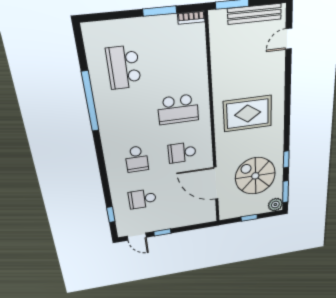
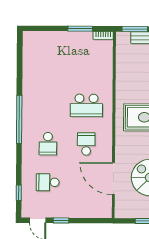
school desk: (124, 67) -> (48, 66), removed
window: (90, 102) -> (19, 119), moved
school desk: (182, 153) -> (86, 144), turned 90

